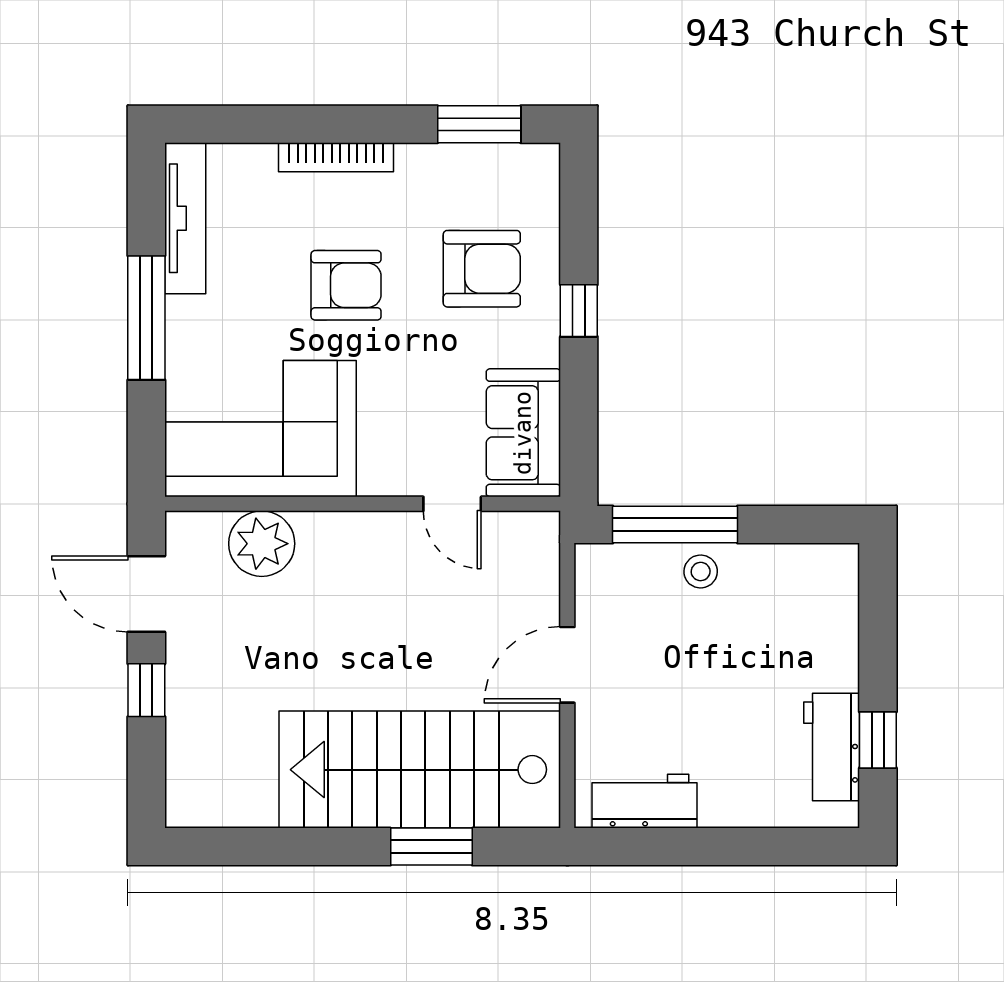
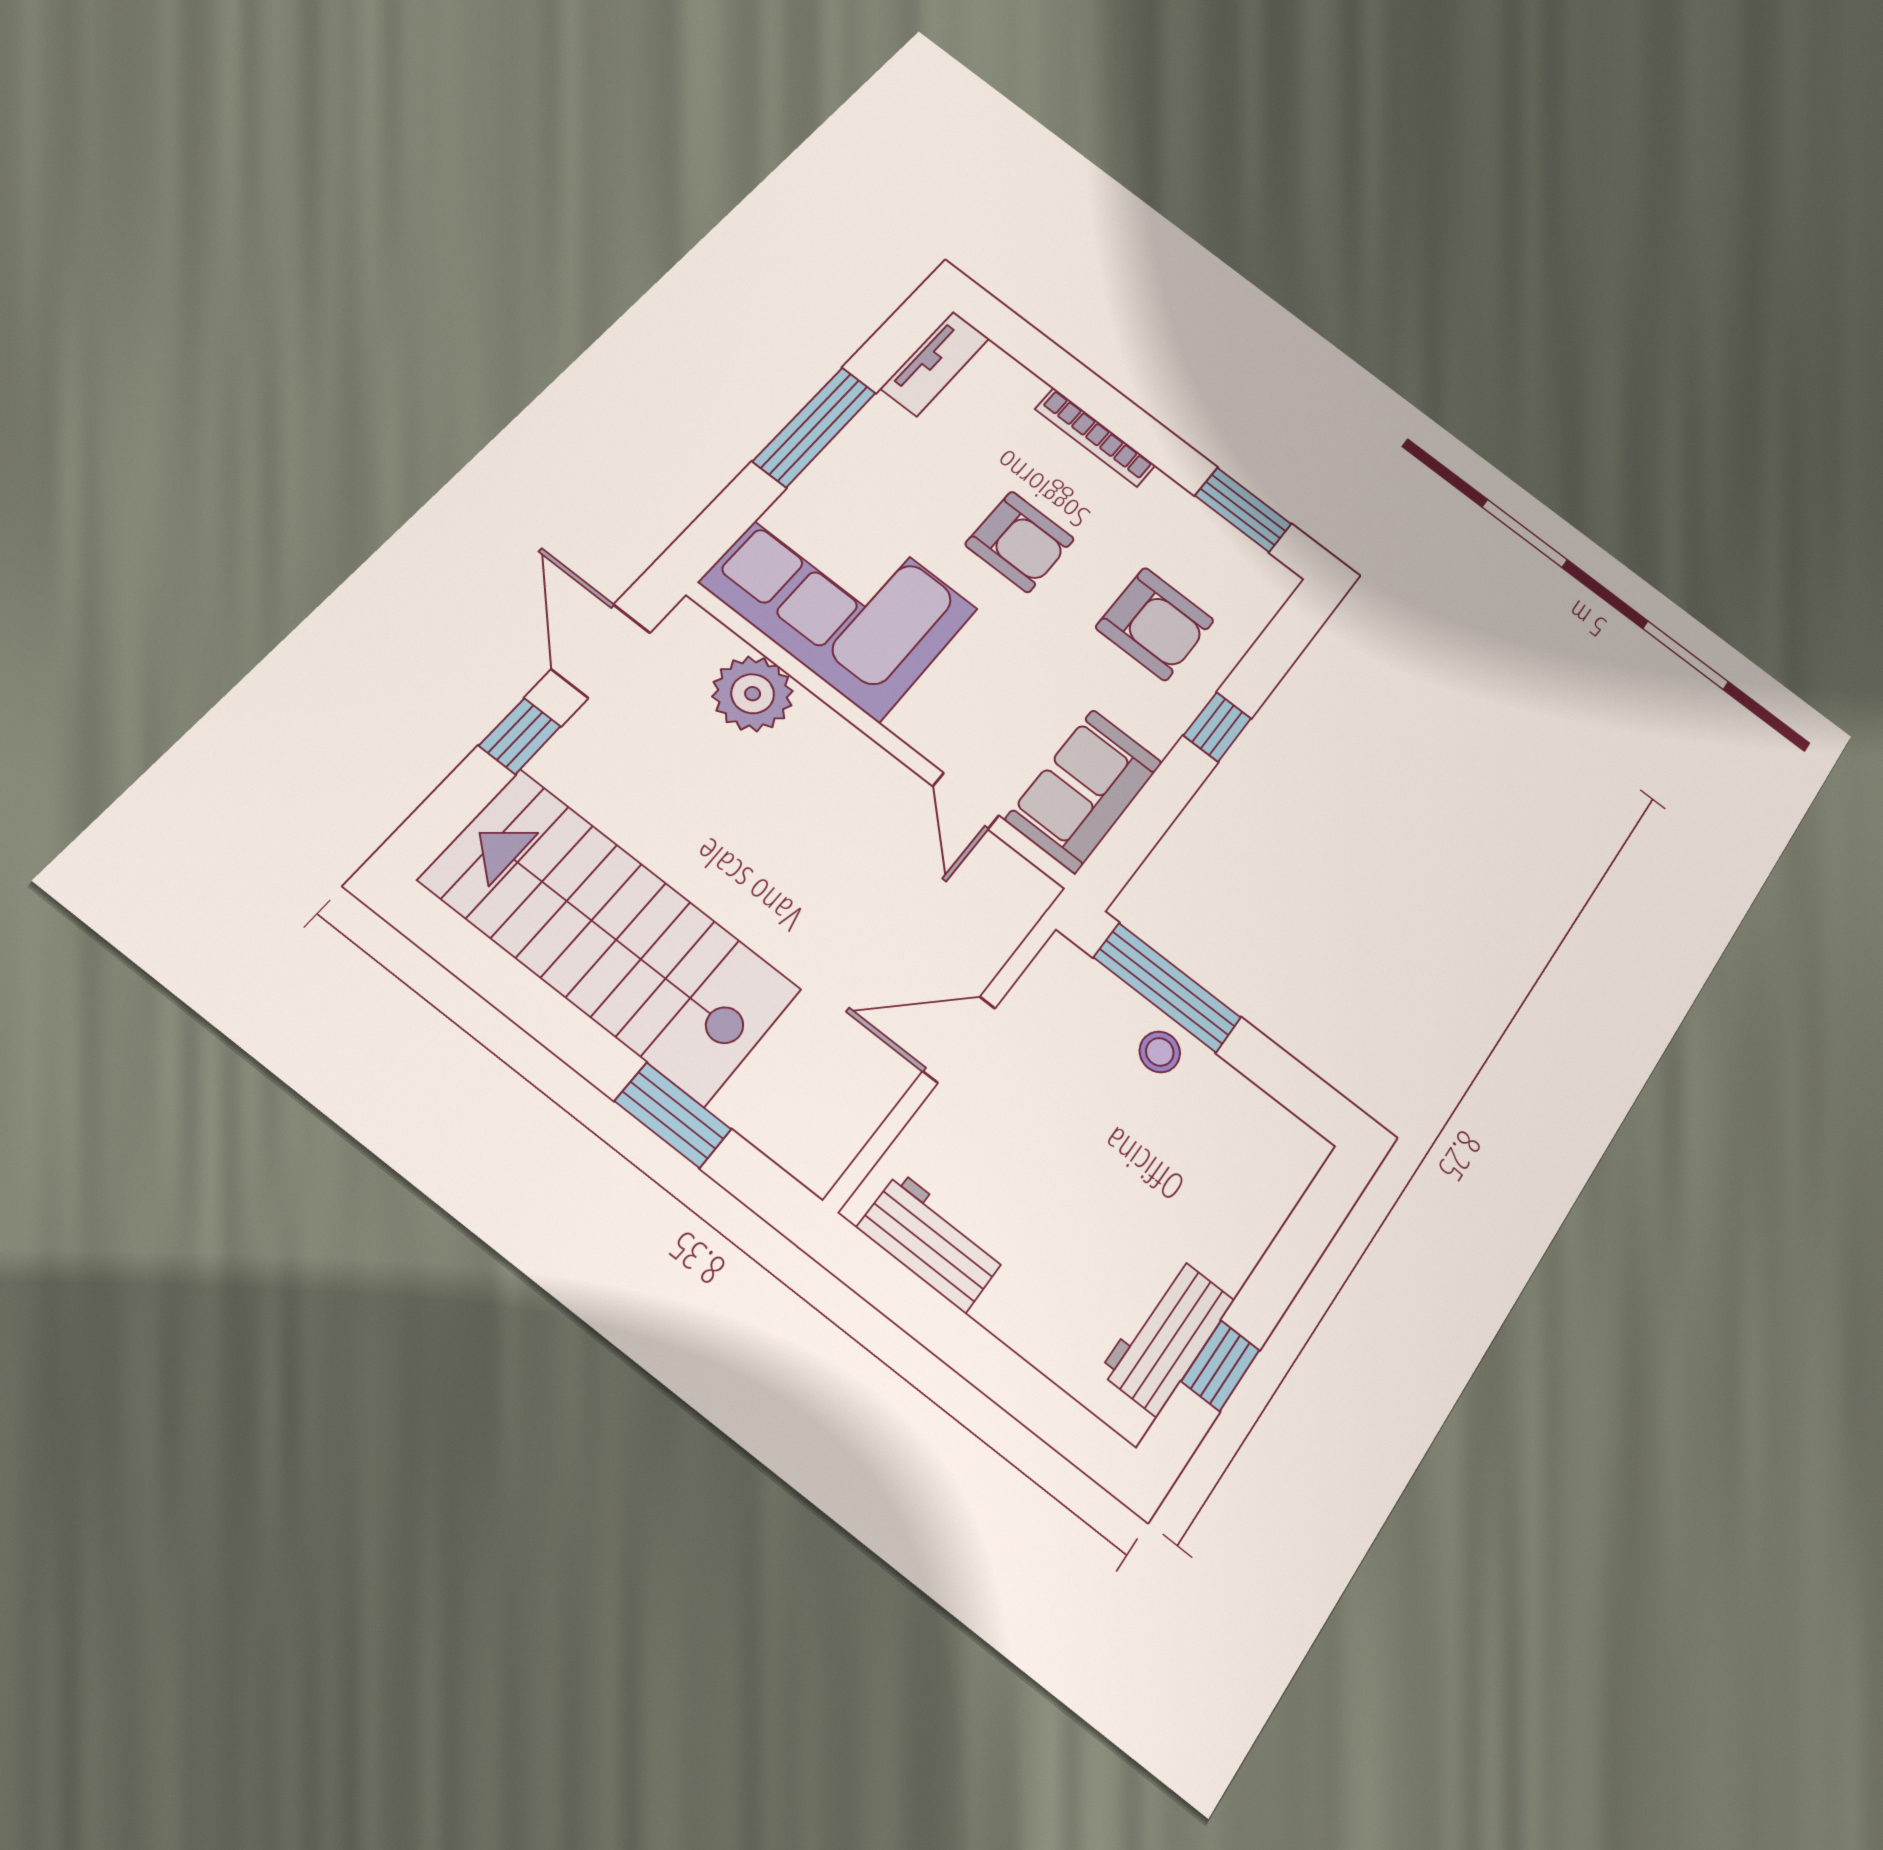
tv unit: (185, 218) -> (935, 363), width x0.71
stairs: (420, 770) -> (610, 935), moved

